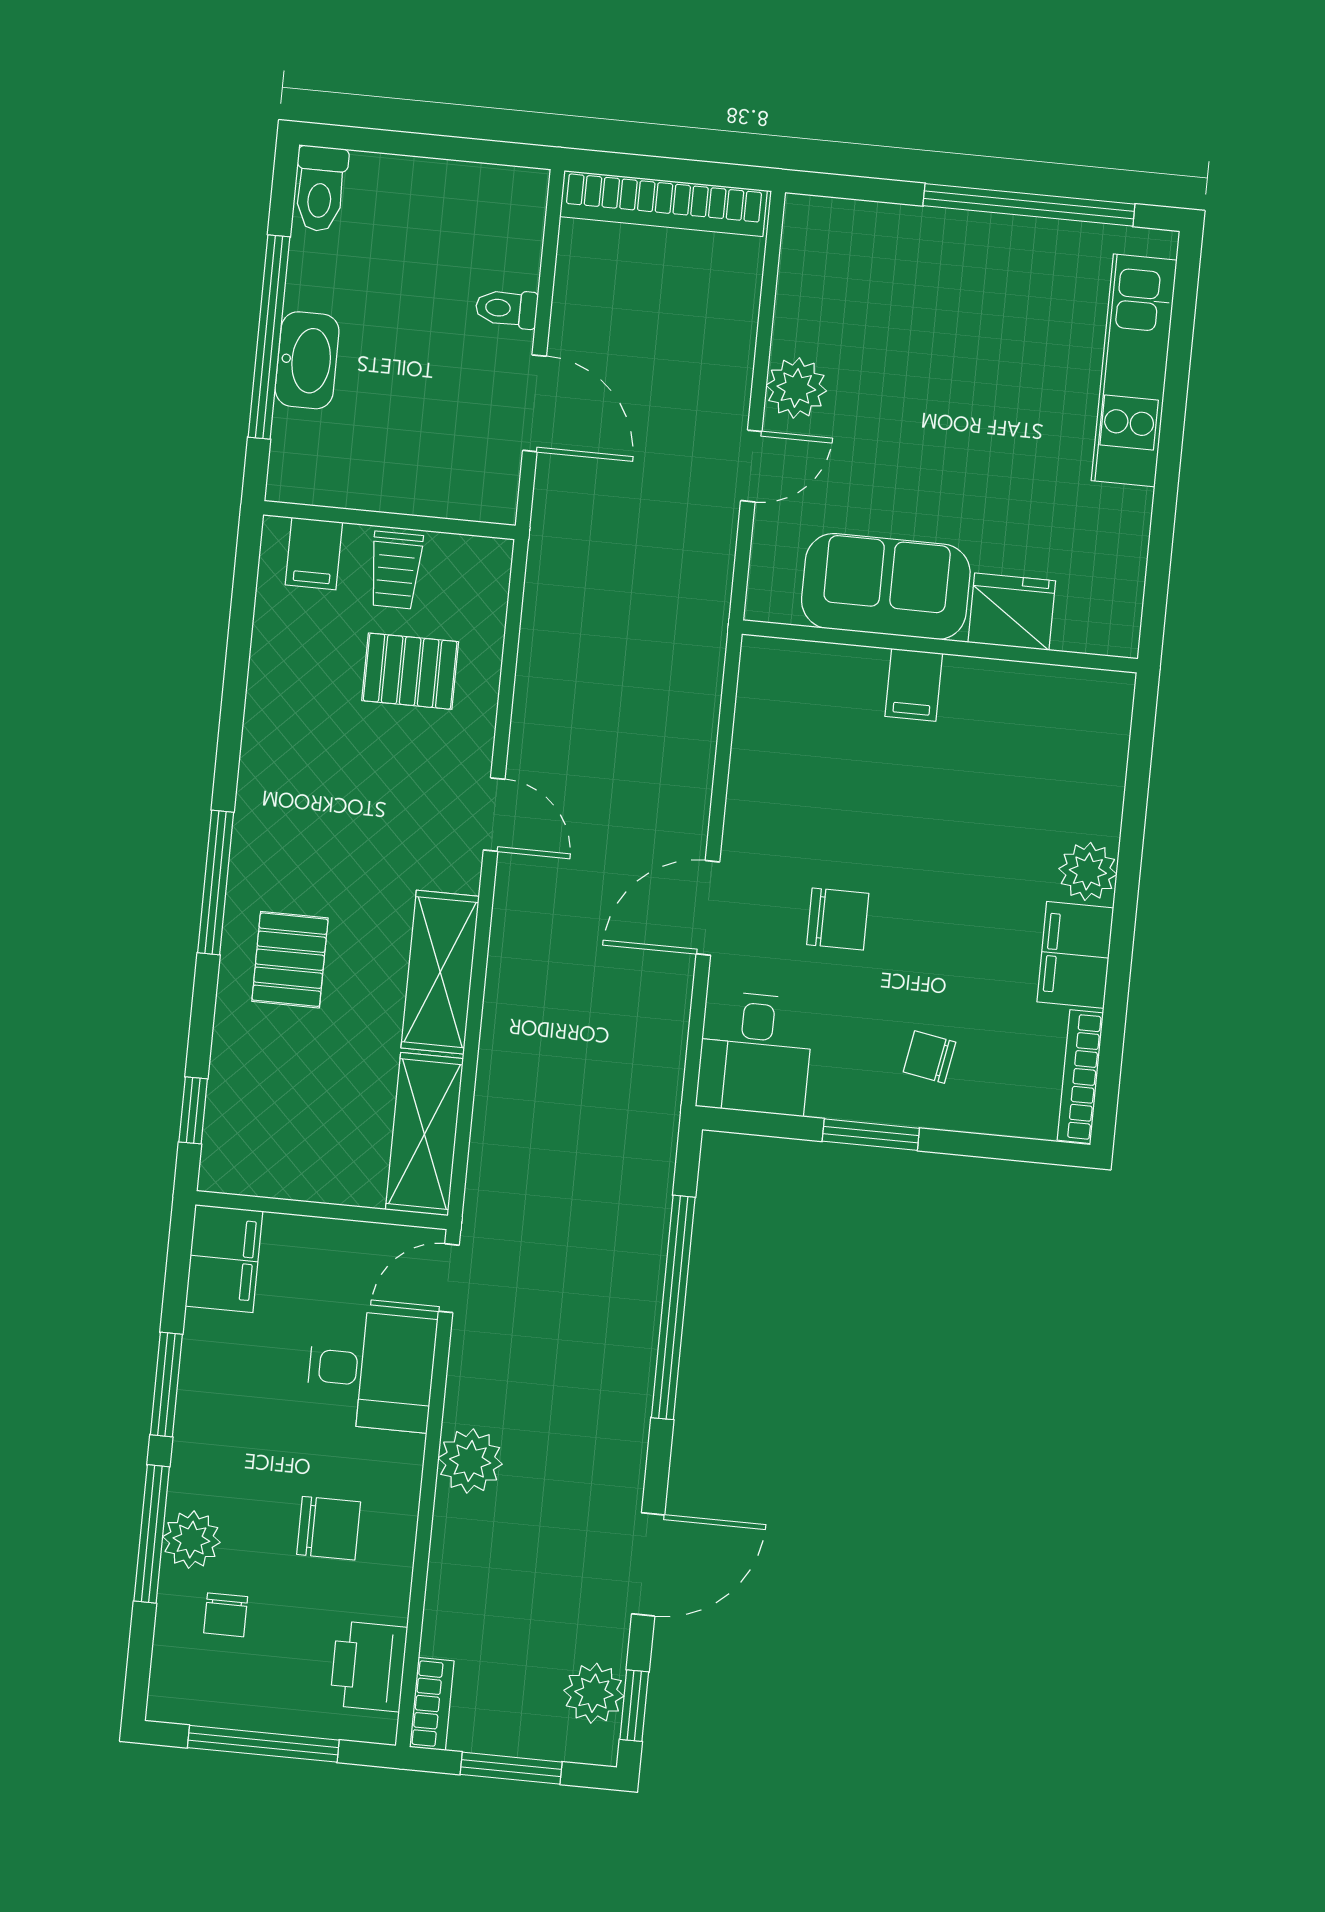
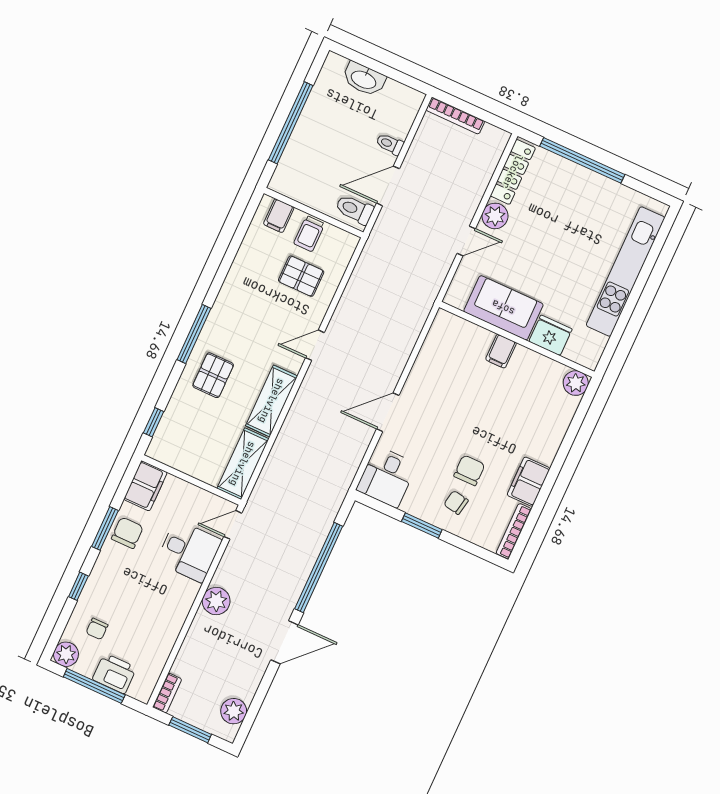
toilet: (320, 189) -> (355, 209), moved, turned 90
bookcase: (663, 204) -> (455, 116), width x0.68, depth x0.76
window: (1029, 205) -> (582, 160), moved
locker: (802, 276) -> (513, 172), added
washbasin: (307, 360) -> (364, 79), moved, turned 90
kitchen unit: (1134, 370) -> (625, 271), width x1.36
door: (535, 403) -> (388, 186), swing flipped
door: (494, 815) -> (315, 345), swing flipped
plant: (1088, 871) -> (576, 383), moved
chair: (838, 919) -> (469, 470), moved, turned -90
chair: (329, 1528) -> (127, 533), moved, turned -90
window: (152, 1534) -> (78, 586), width x0.46
plant: (191, 1540) -> (66, 654), moved
door: (648, 1564) -> (284, 642), moved
printer: (369, 1666) -> (114, 674), moved, turned 90
window: (634, 1706) -> (248, 722), removed

